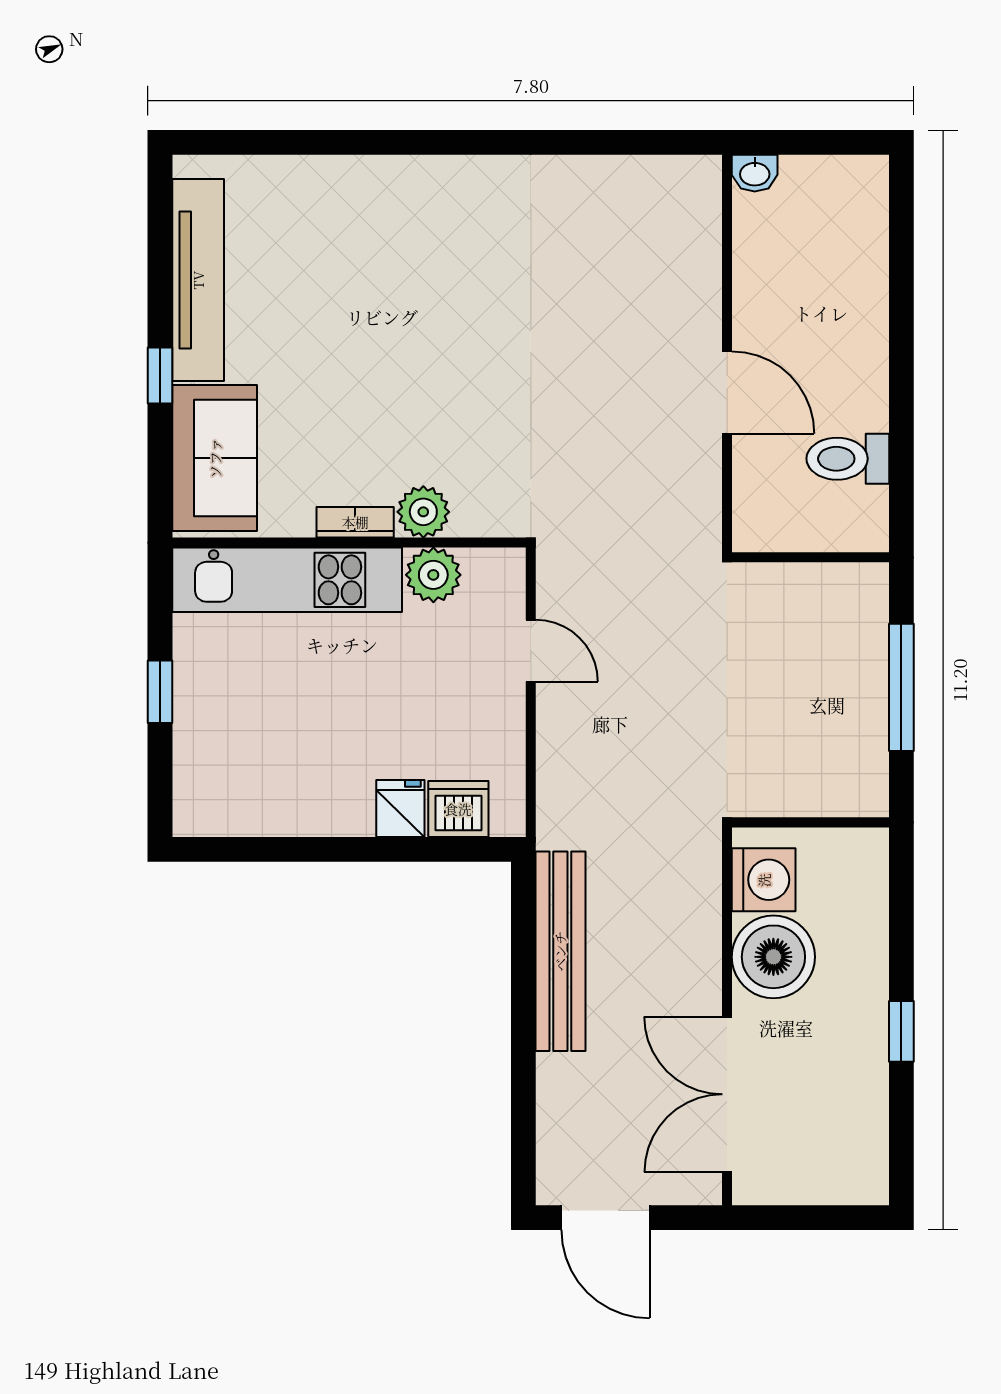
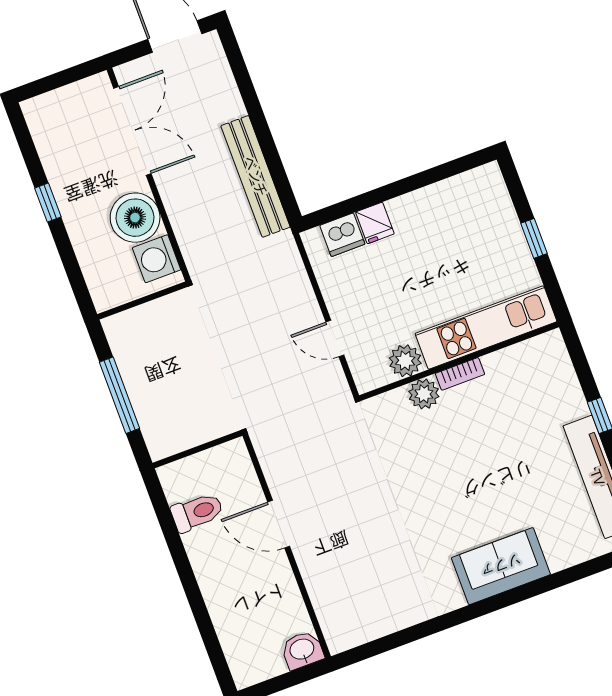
washbasin: (755, 173) -> (302, 650), width x1.38, depth x1.45
sofa: (215, 458) -> (501, 566), moved, turned 90

